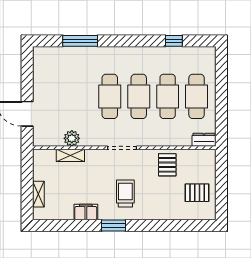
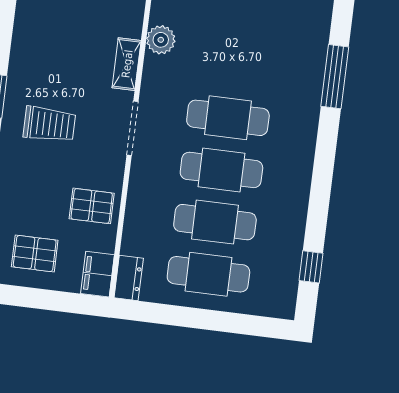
window: (174, 41) -> (311, 267), moved
shelving: (70, 155) -> (127, 64), moved
pallet: (197, 193) -> (35, 254), turned 90
filing cabinet: (86, 212) -> (97, 274), moved, turned 180

